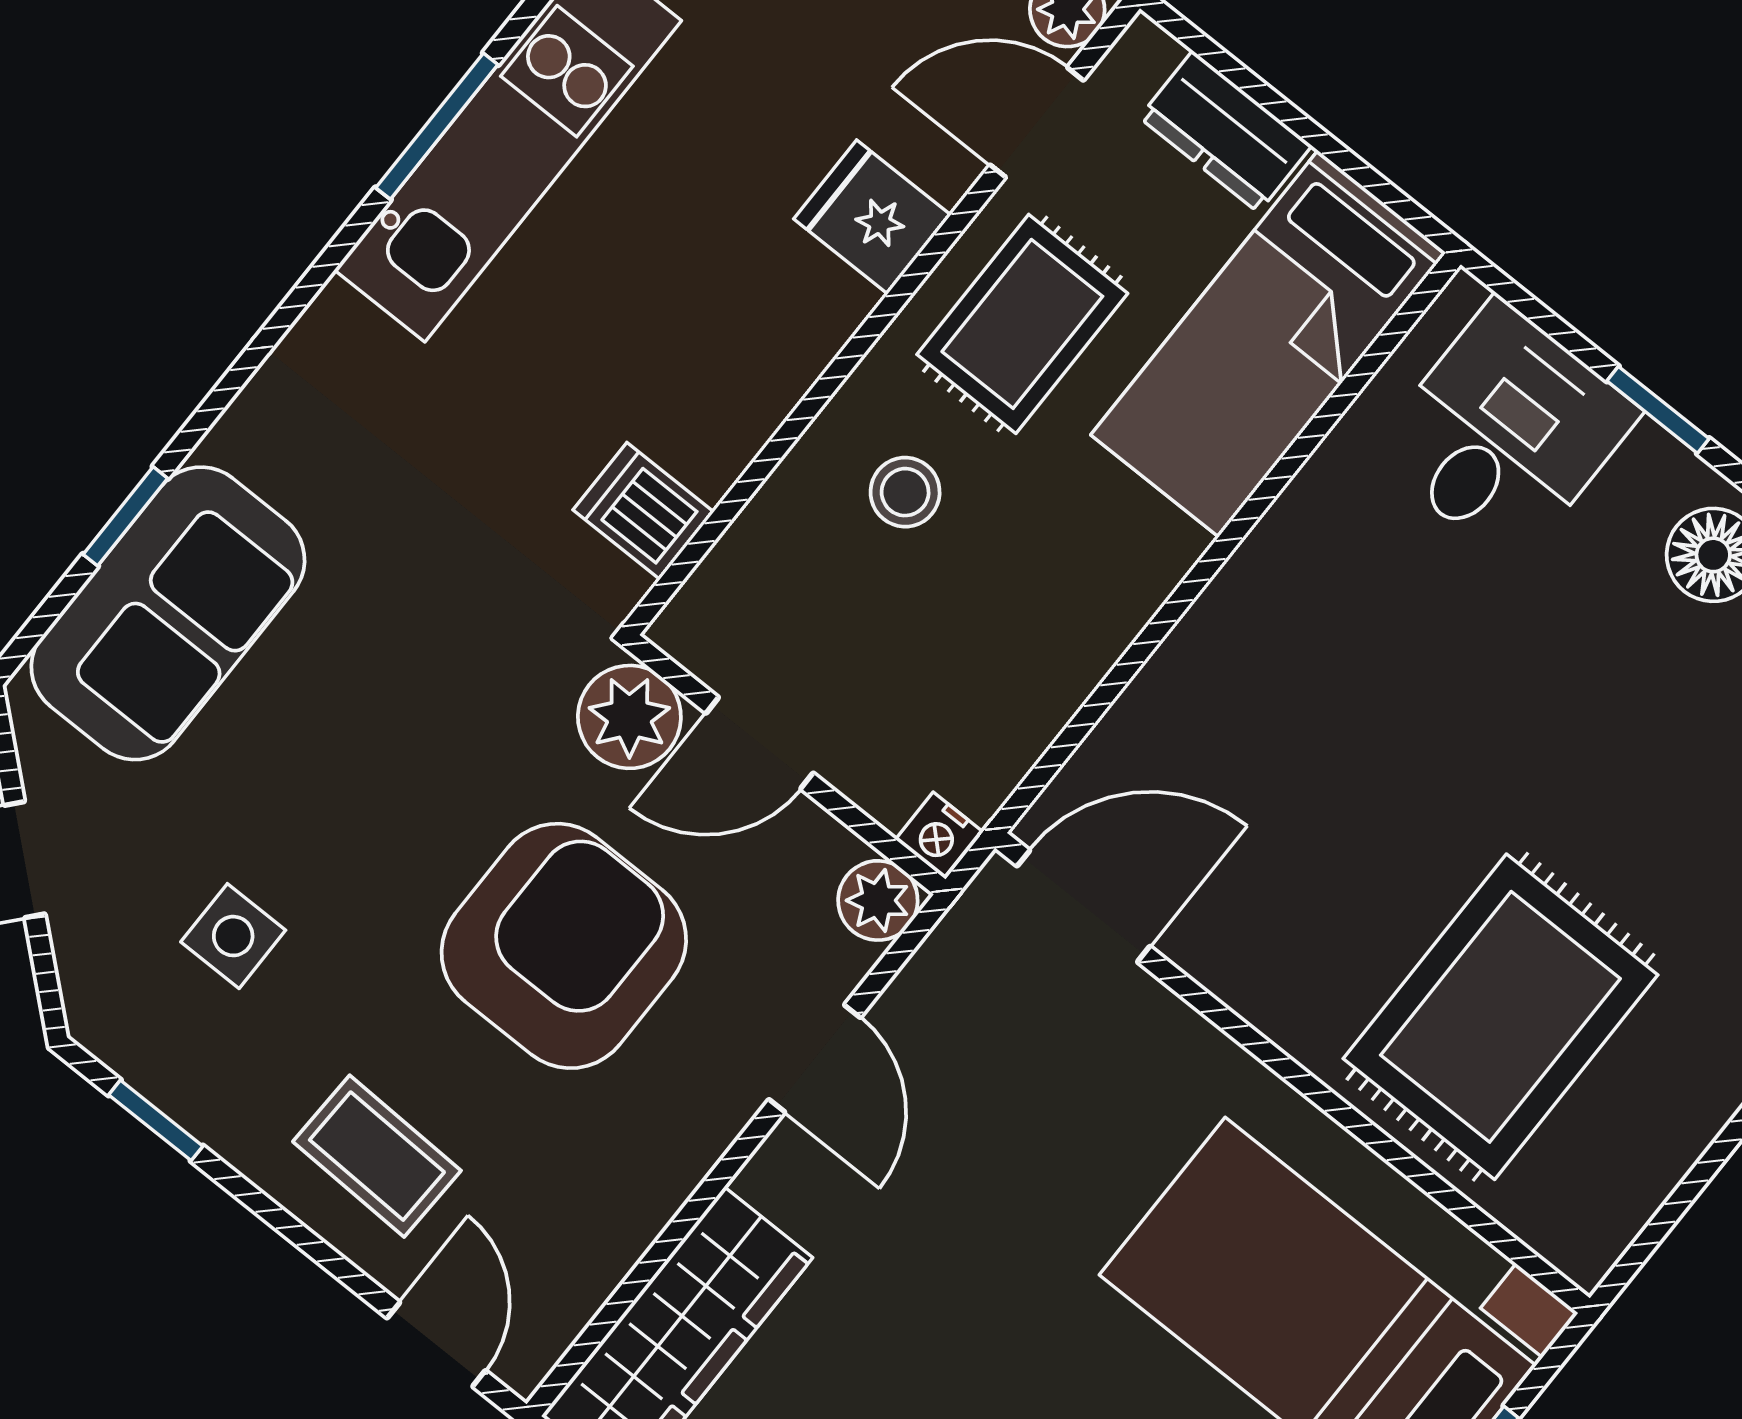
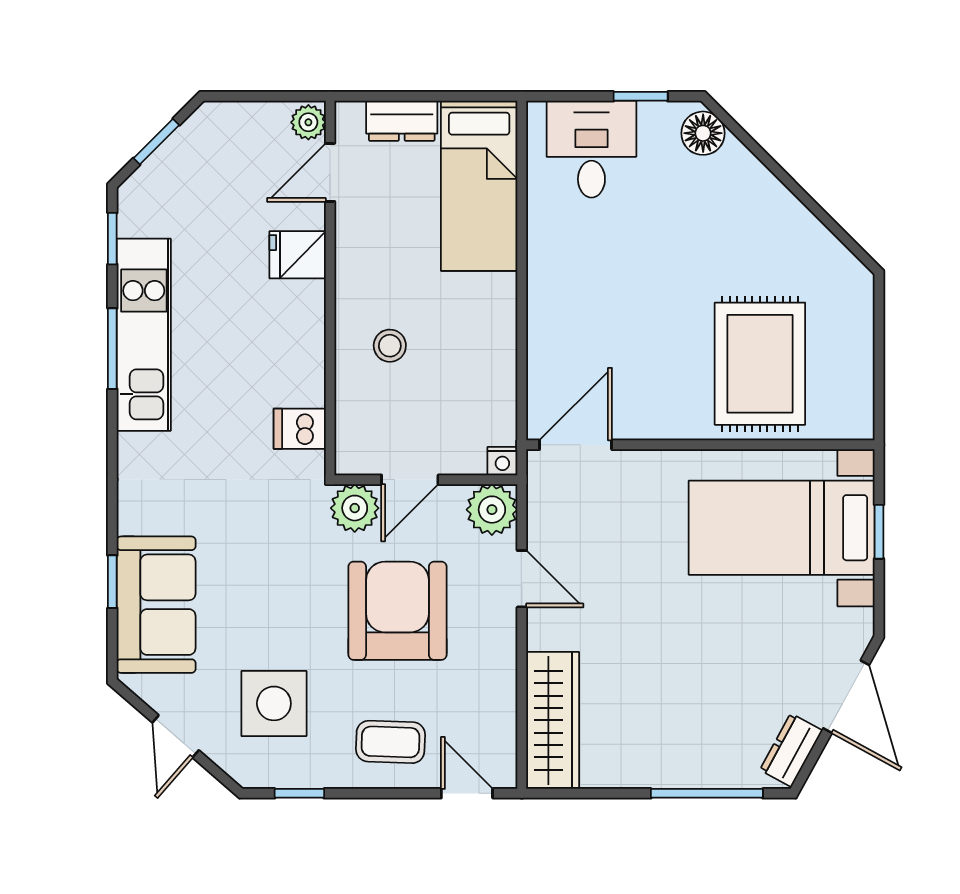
rug: (1022, 324) -> (384, 250), removed
plant: (878, 900) -> (492, 510), width x1.38, depth x1.38
side table: (233, 936) -> (274, 703), width x1.87, depth x1.87

